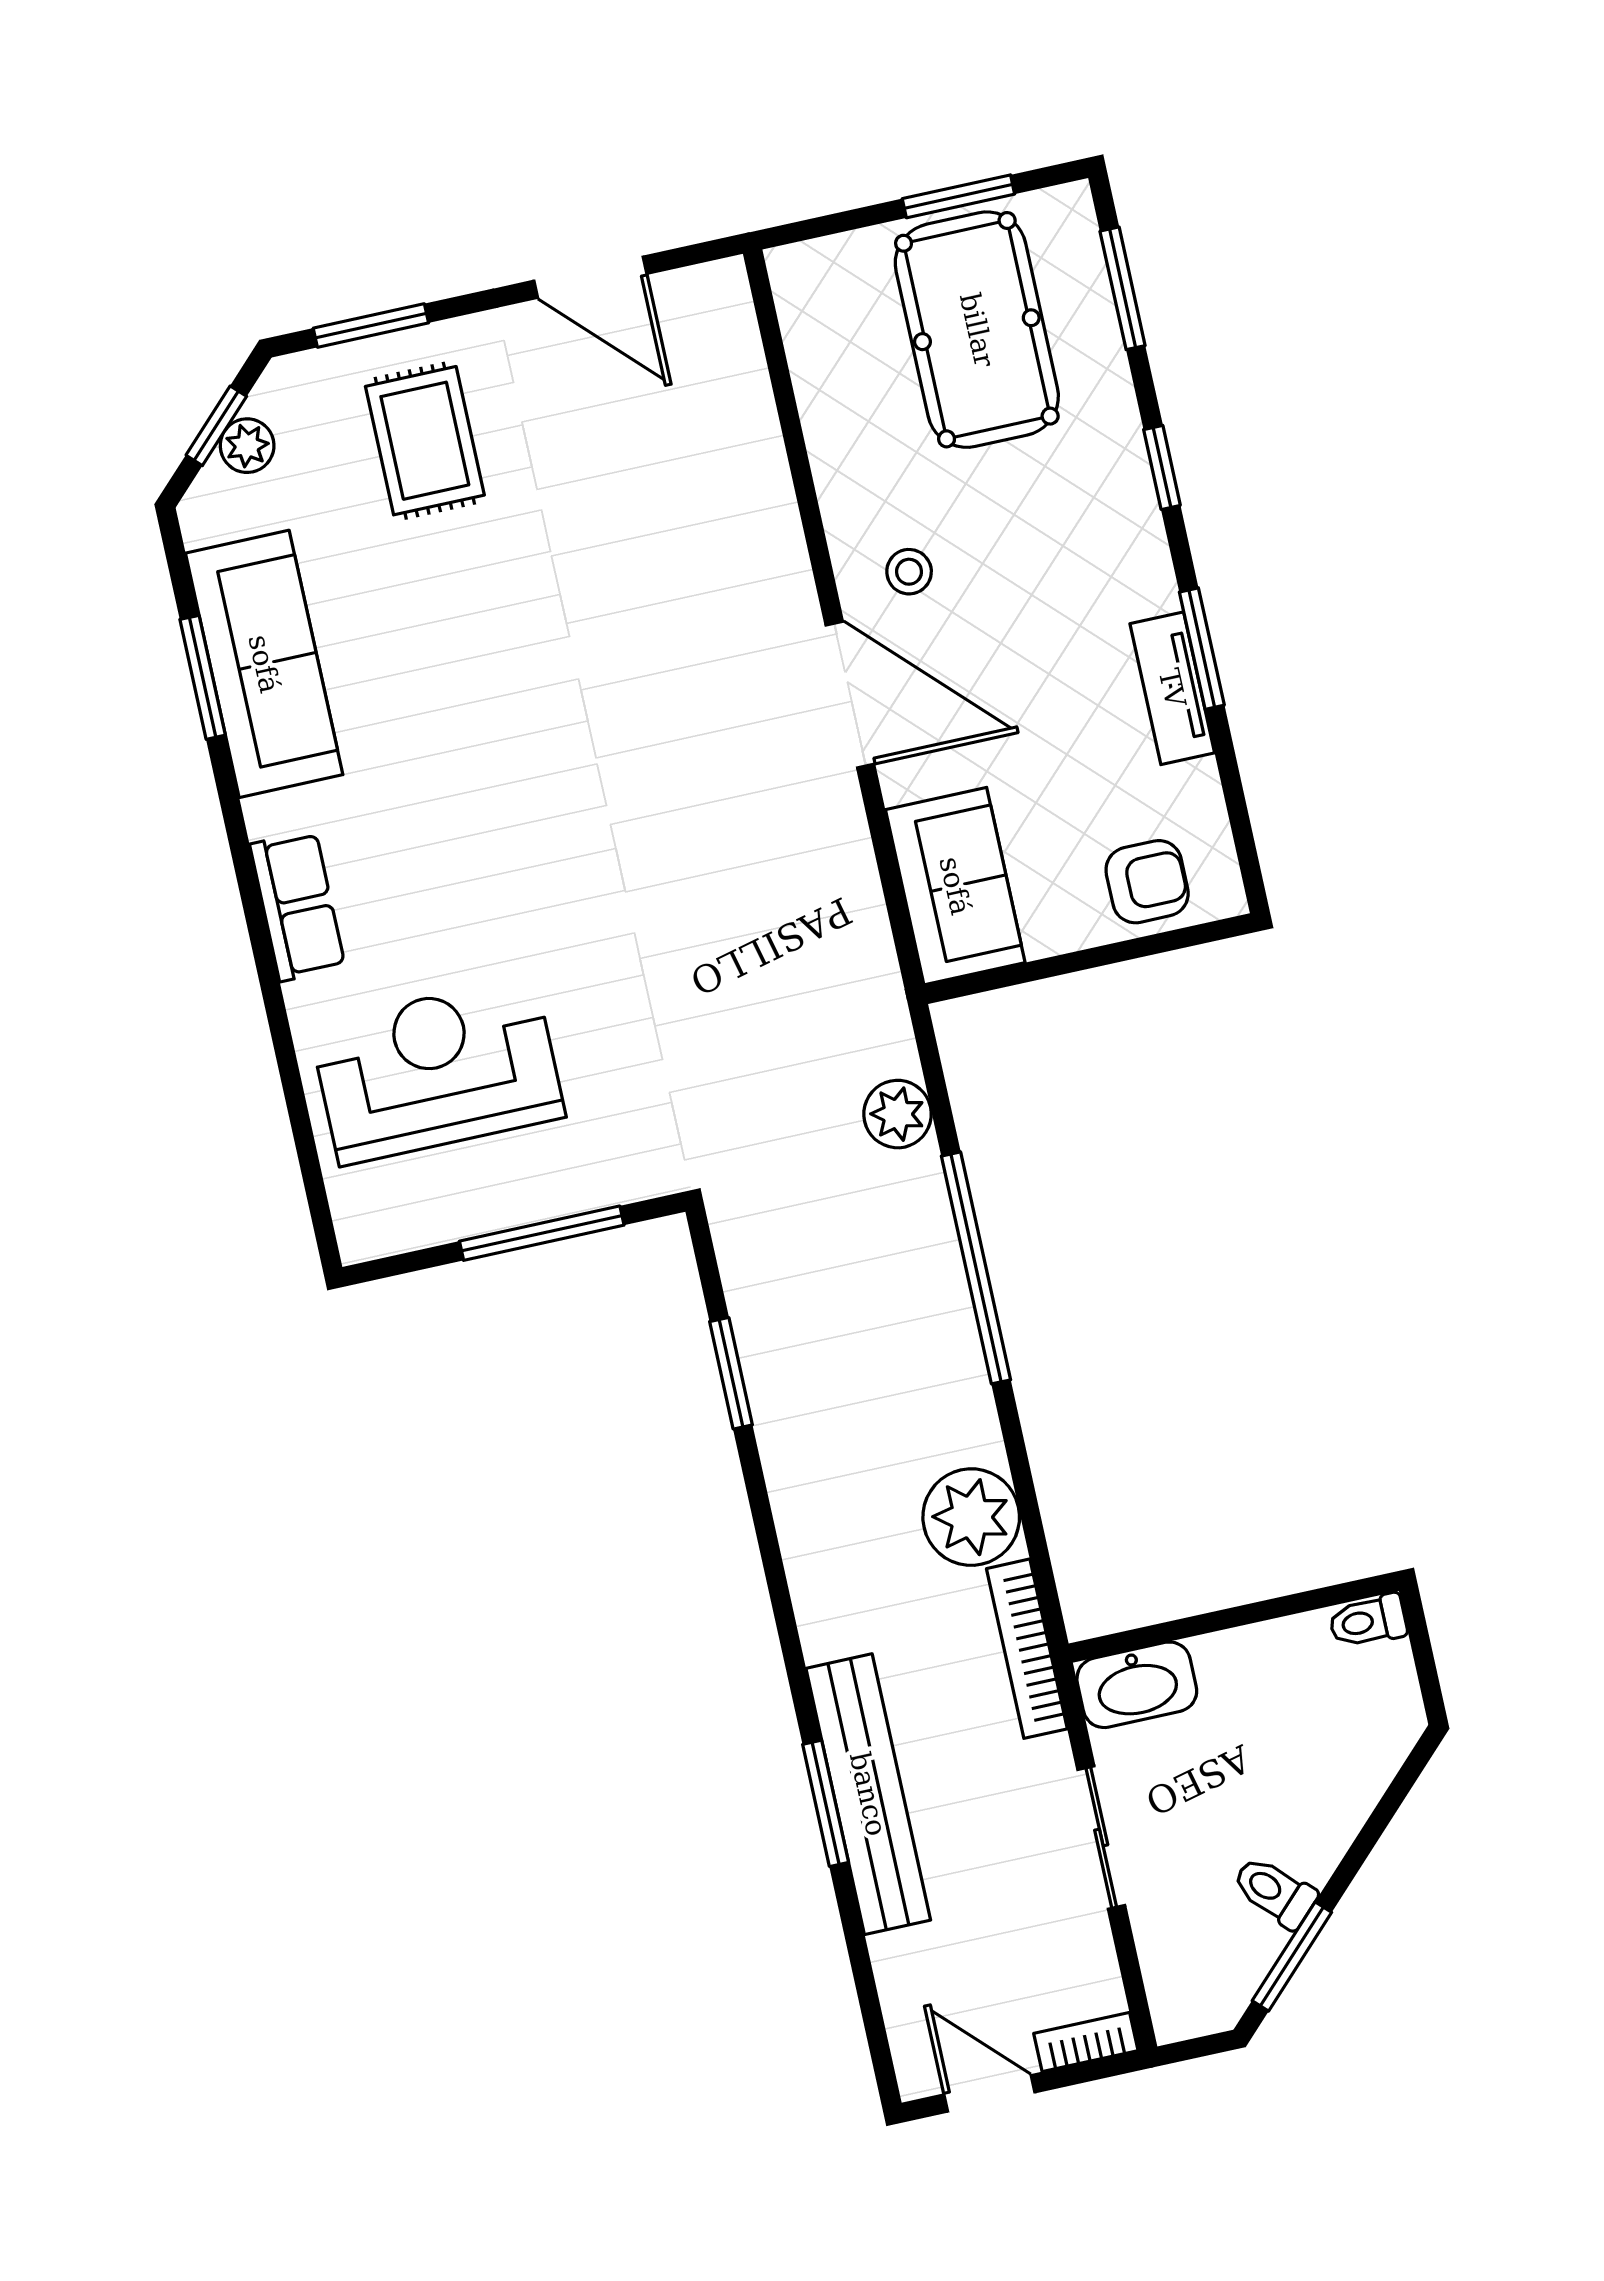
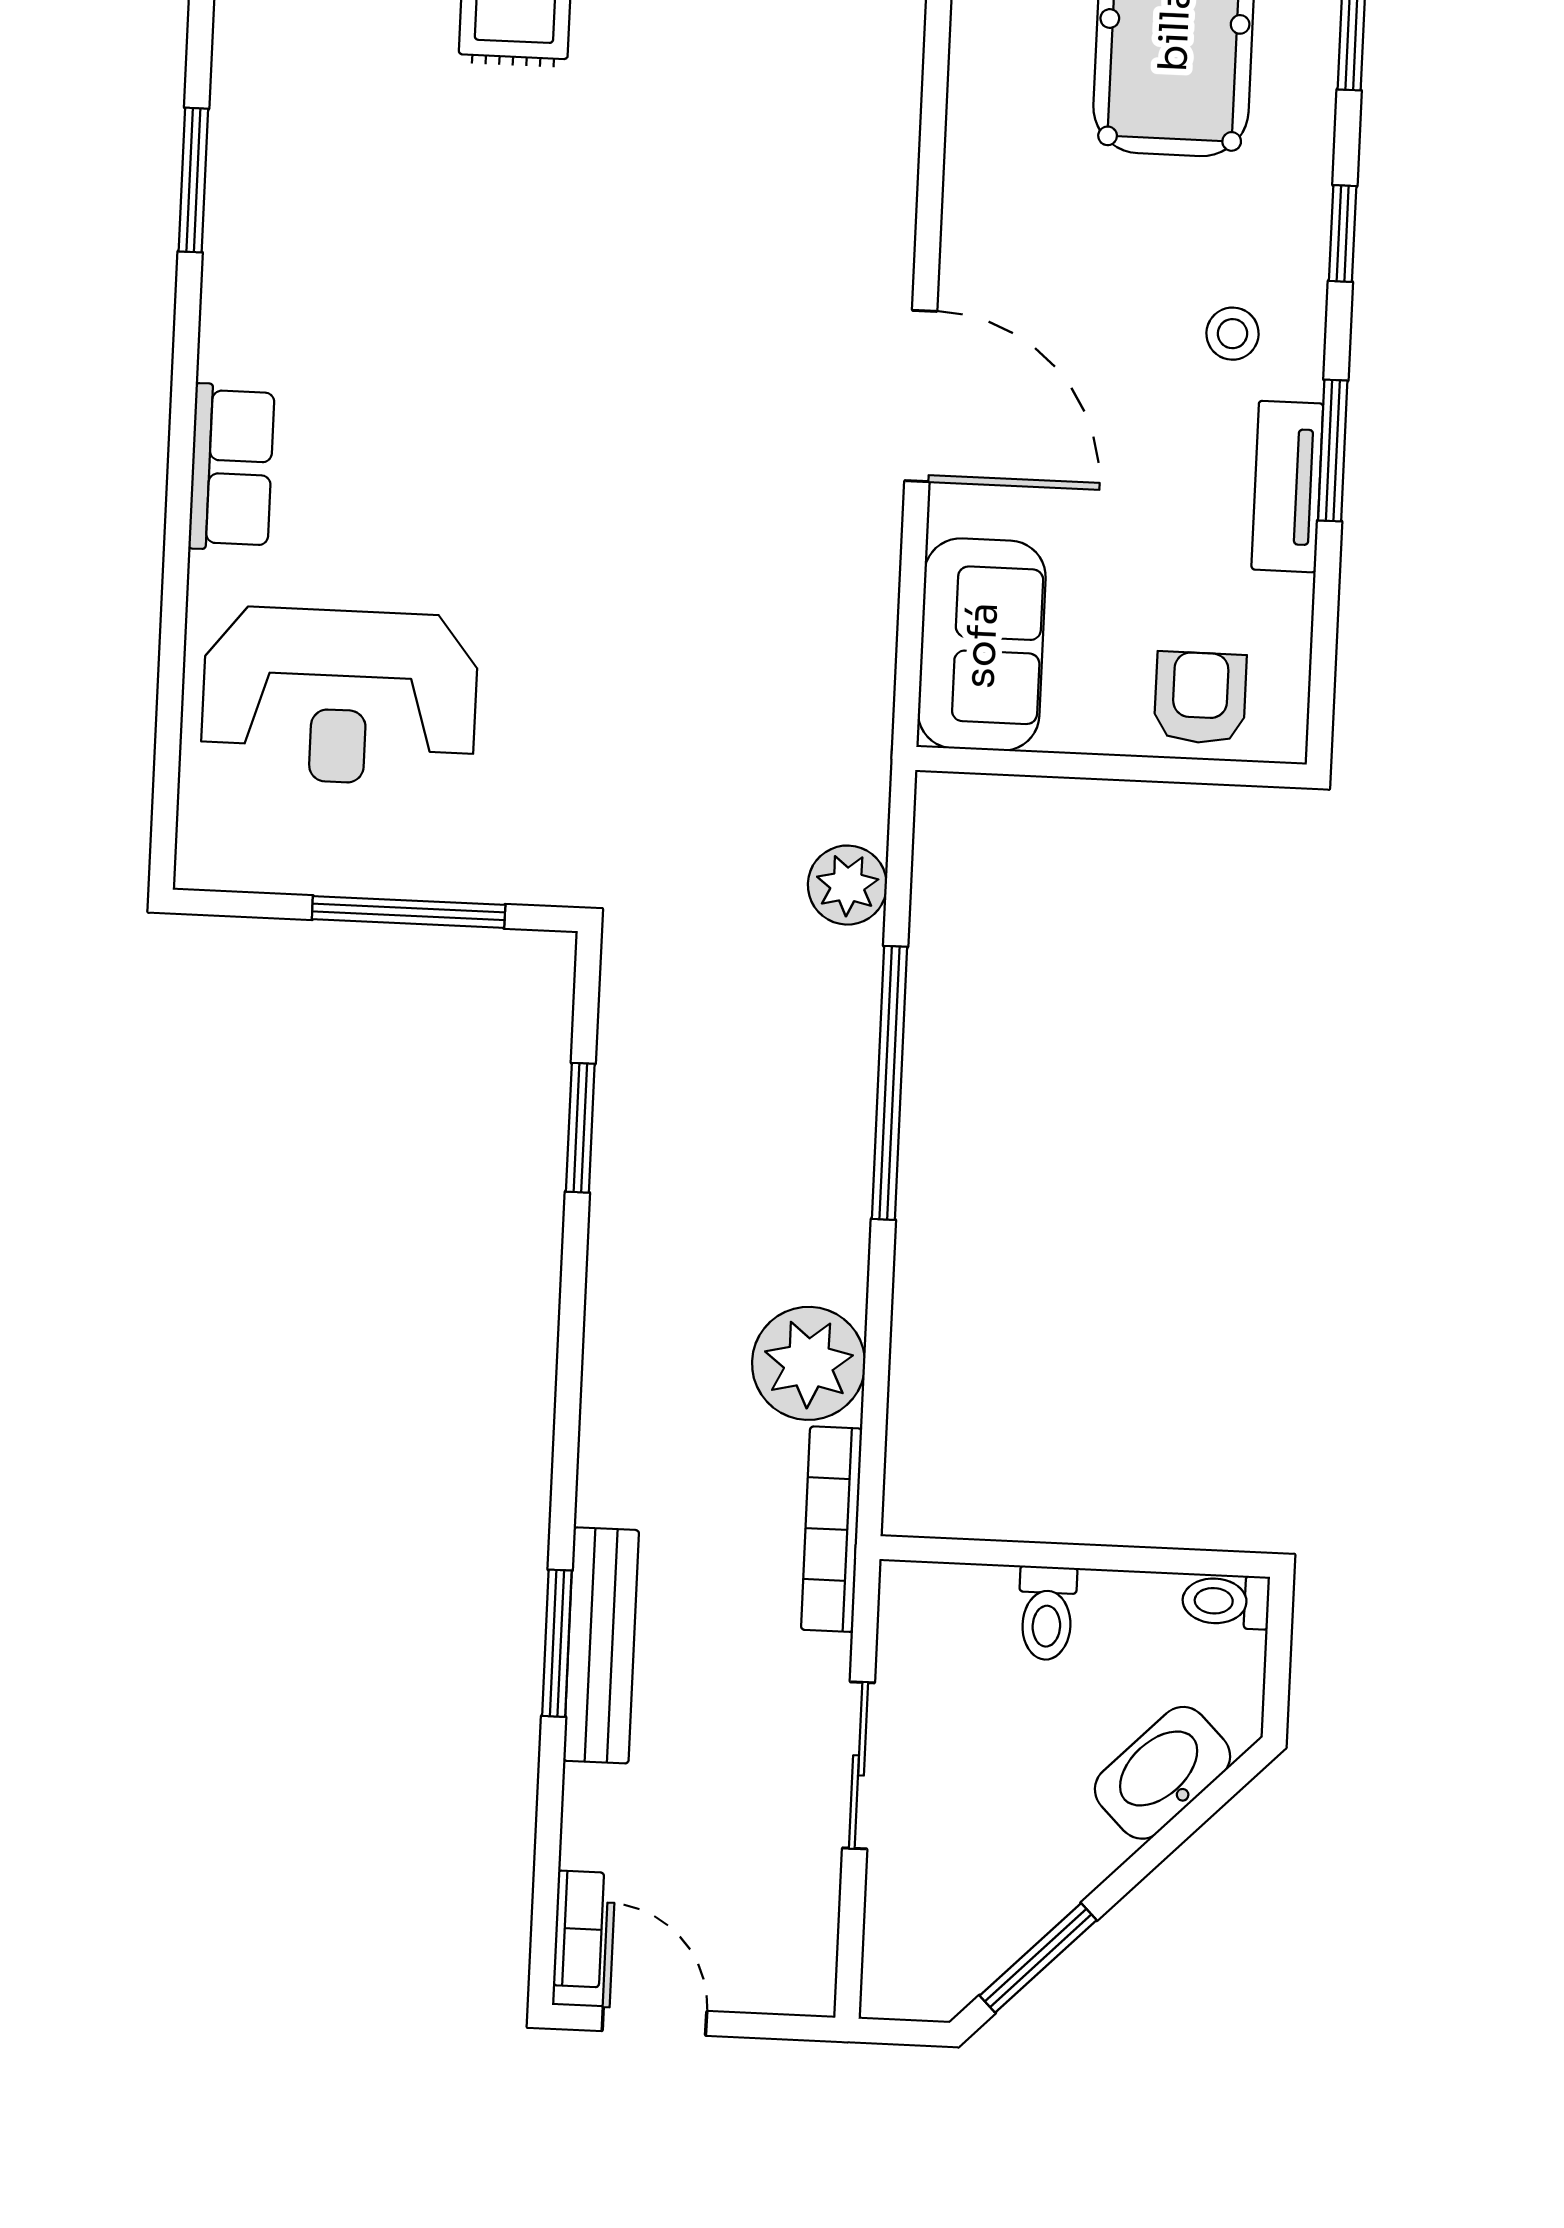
stool: (909, 572) -> (1233, 334), moved
sofa: (264, 664) -> (267, 184), removed
armchair: (1147, 882) -> (1200, 698), turned -90
reception desk: (437, 1071) -> (340, 696), turned 180
washbasin: (1137, 1685) -> (1163, 1773), moved, turned 135
bench: (868, 1794) -> (601, 1645), width x0.73, depth x0.82
toilet: (1275, 1892) -> (1047, 1613), moved, turned -135
bookcase: (1086, 2042) -> (578, 1929), moved, turned 90

